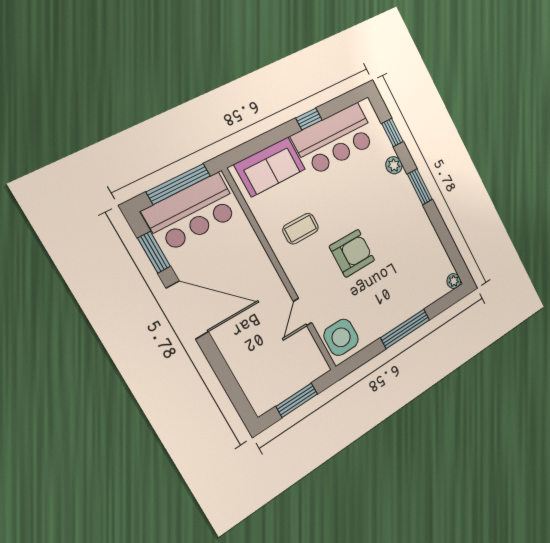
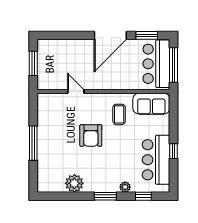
sofa: (270, 167) -> (151, 104), moved, turned -90
plant: (454, 281) -> (74, 183), moved, width x1.88, depth x1.88
side table: (341, 337) -> (51, 105), removed

